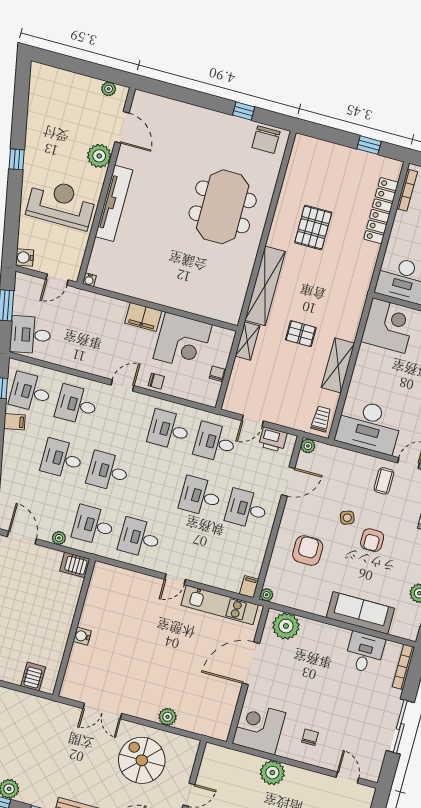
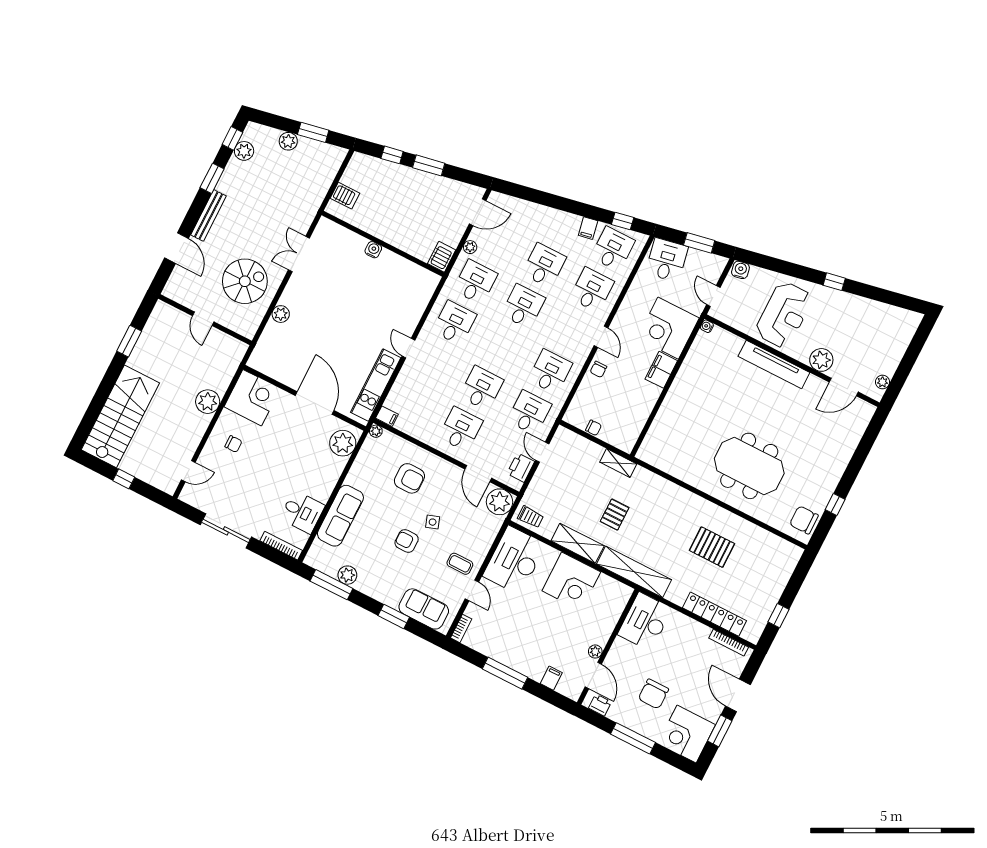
shelving: (265, 286) -> (634, 572), moved
corner desk: (388, 325) -> (571, 581), moved
corner desk: (183, 341) -> (668, 328), moved
plant: (308, 446) -> (500, 502), width x1.87, depth x1.87

